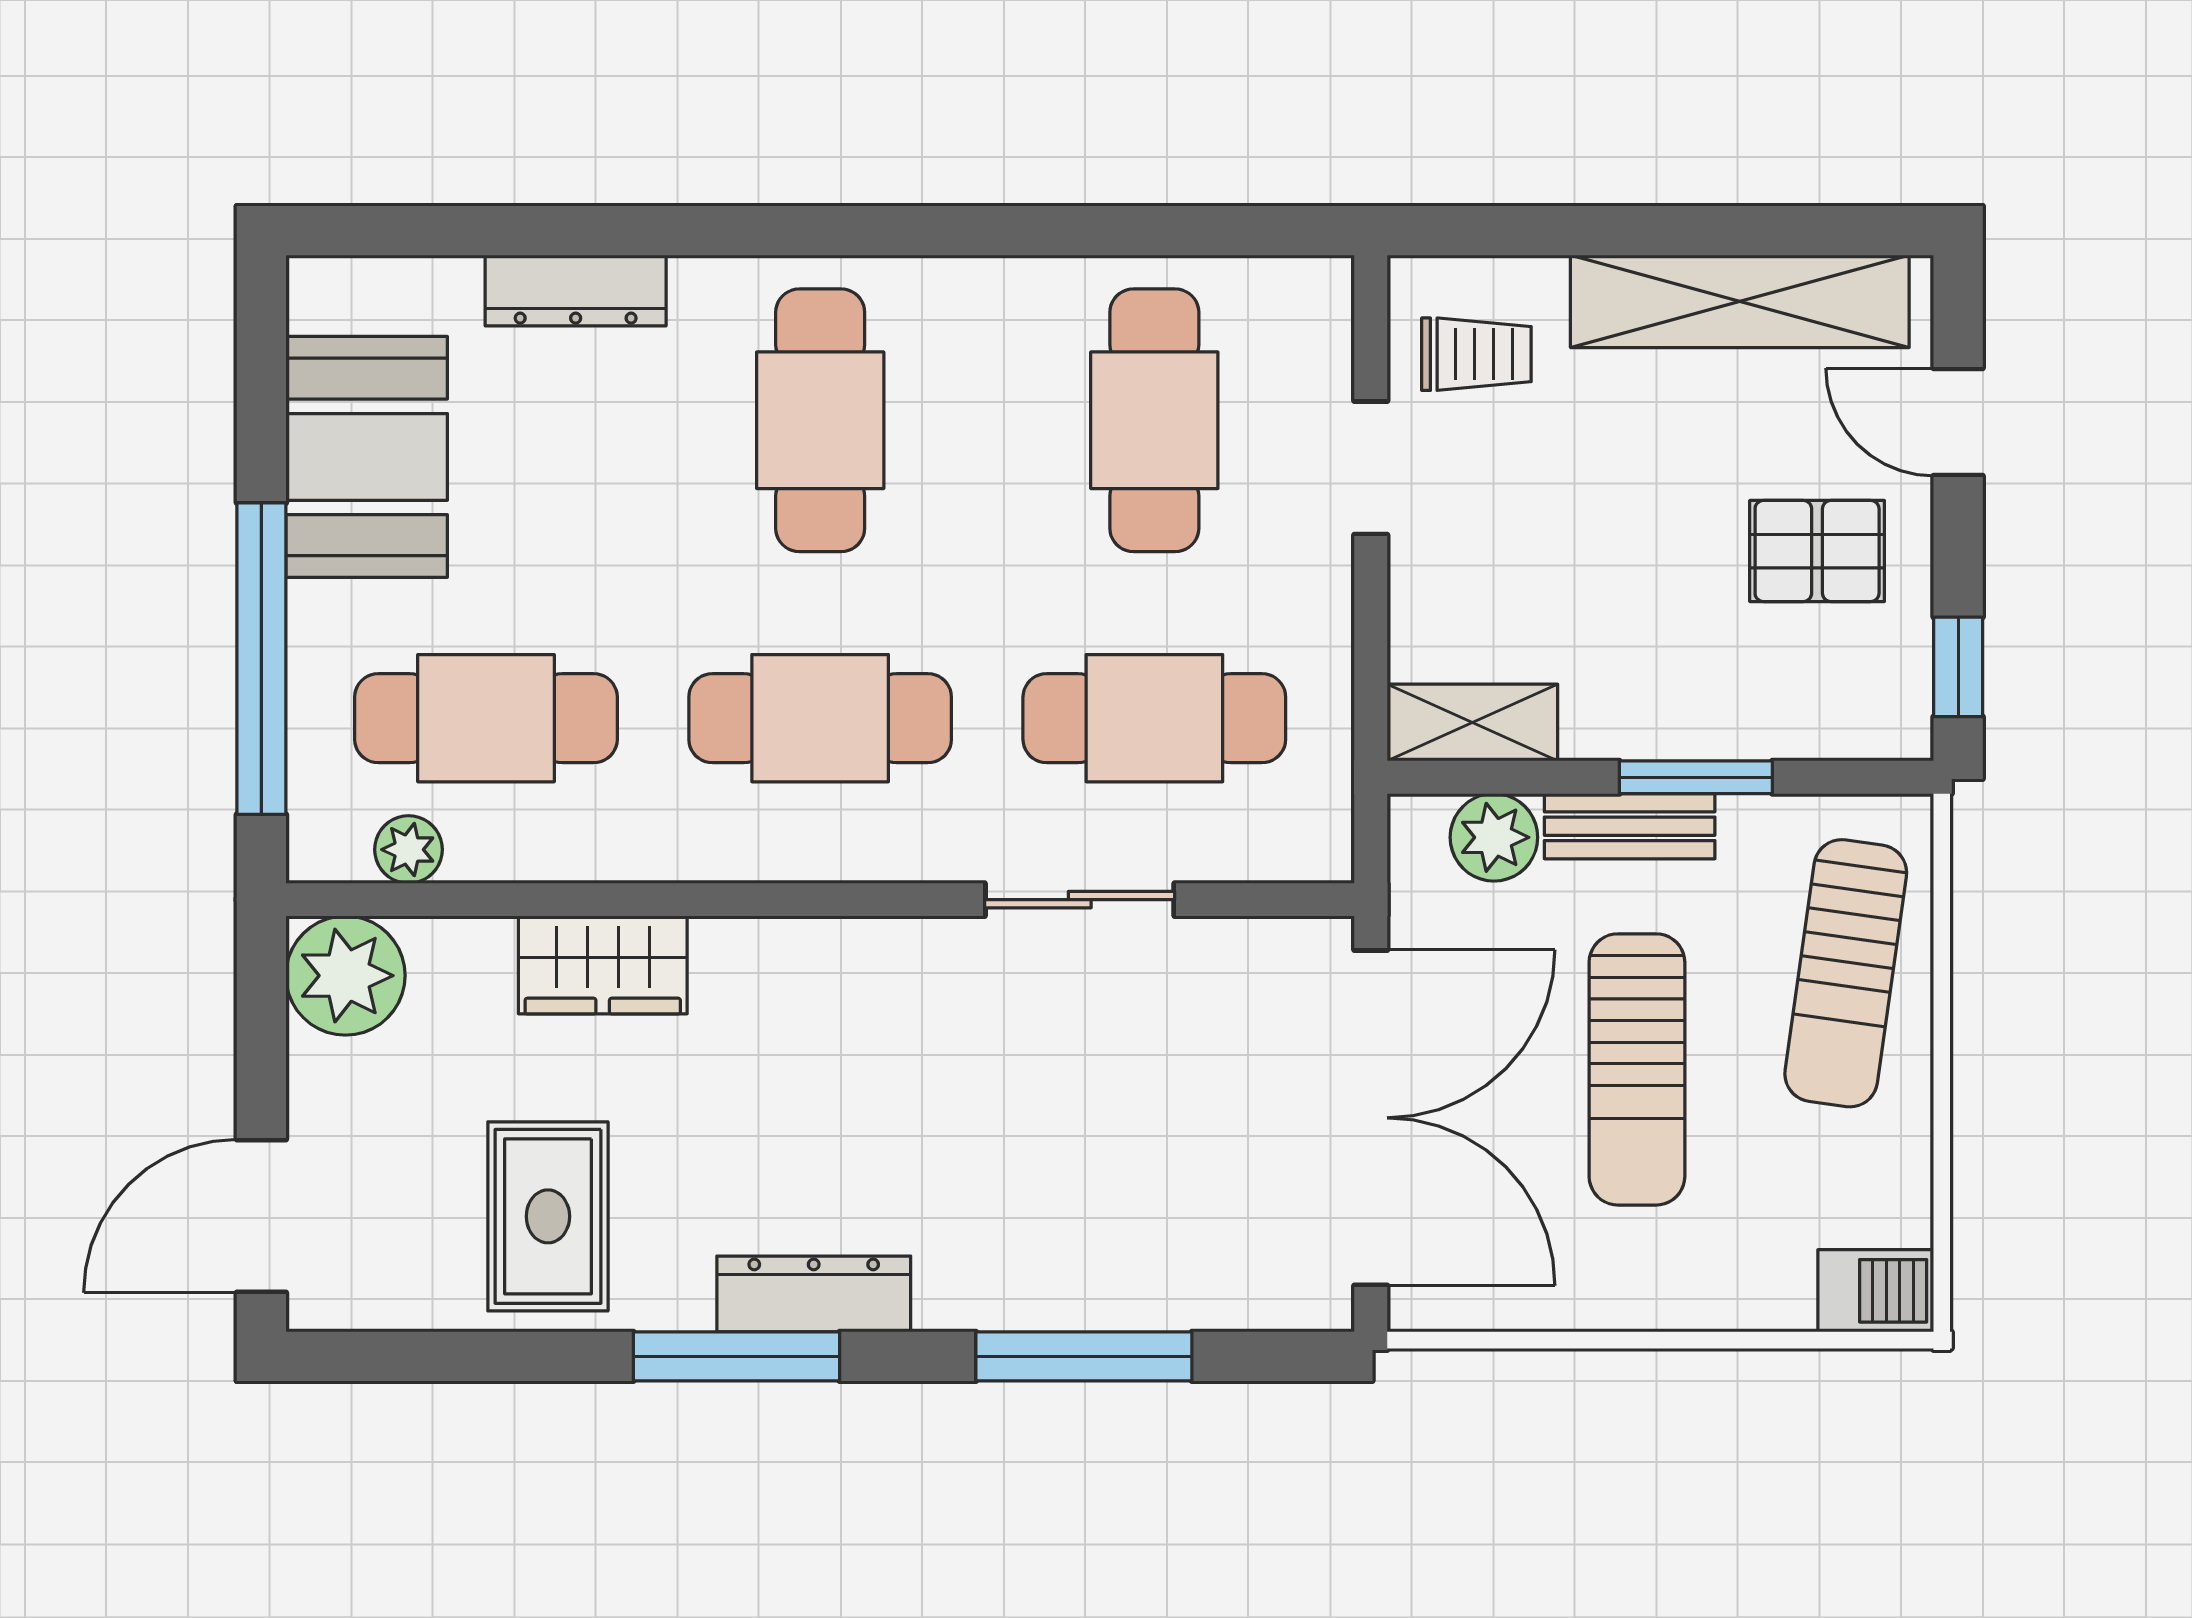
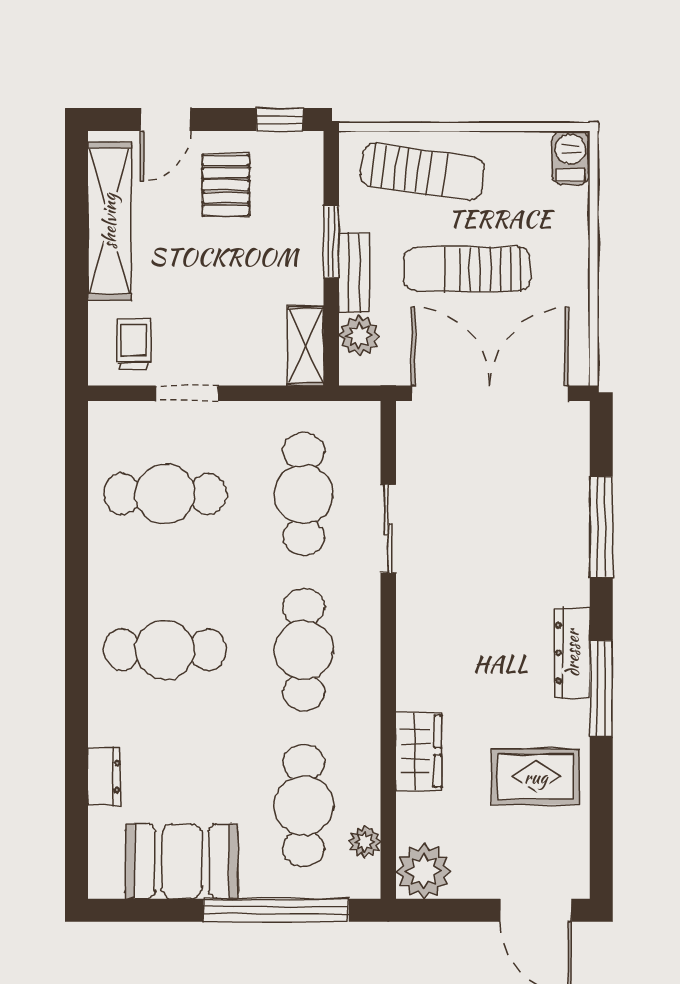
dresser: (576, 291) -> (104, 777), width x0.70
sun lounger: (1637, 1069) -> (467, 269), turned 180

